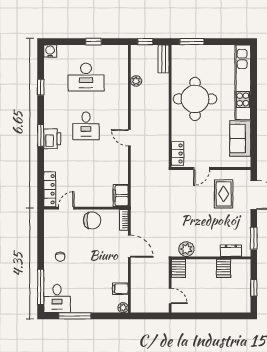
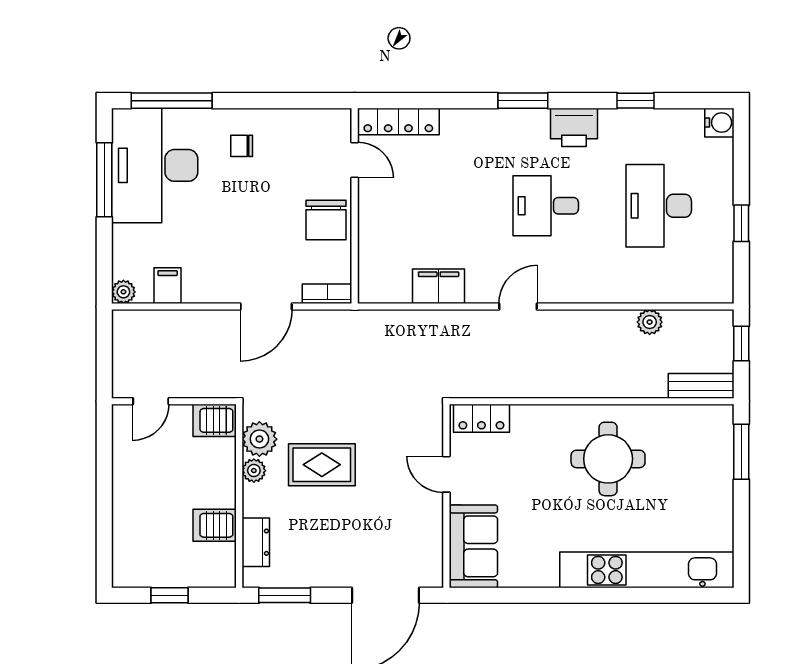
round table: (195, 99) -> (608, 459), width x0.73, depth x0.73
printer: (52, 139) -> (574, 127), moved
sofa: (240, 139) -> (473, 546), moved, turned 90
rug: (224, 194) -> (322, 465), moved
filing cabinet: (121, 196) -> (439, 286), moved
plant: (200, 251) -> (254, 471), added
desk: (57, 298) -> (155, 165), width x1.87, depth x1.30

